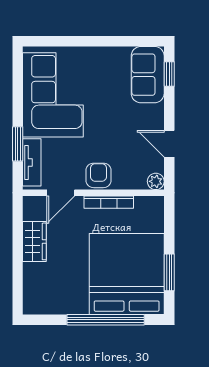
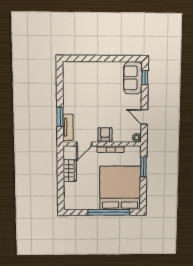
corner sofa: (53, 95) -> (80, 89), removed
window: (169, 272) -> (144, 167), moved

